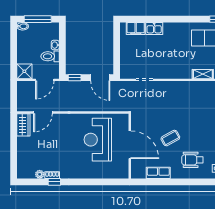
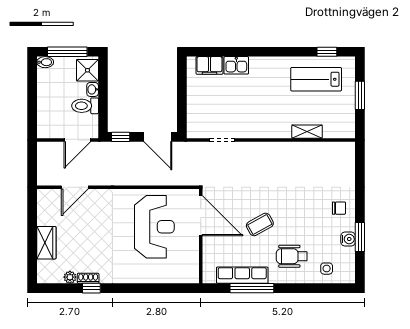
shower: (24, 71) -> (87, 70), moved
wardrobe: (23, 125) -> (46, 243), moved
reception desk: (98, 140) -> (154, 227), turned 180
door: (130, 145) -> (201, 216), moved
row of seats: (158, 173) -> (242, 275), width x1.48
window: (165, 182) -> (252, 288), added

